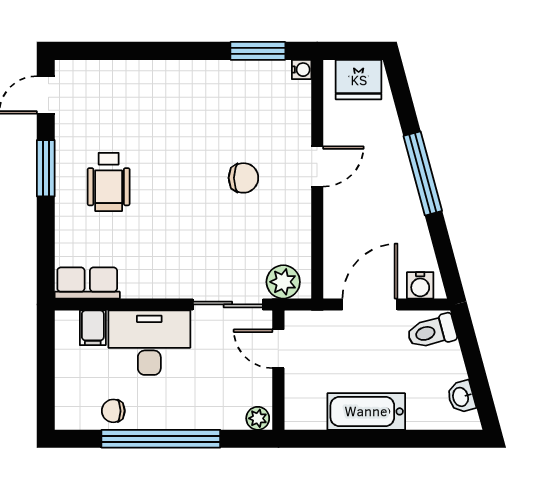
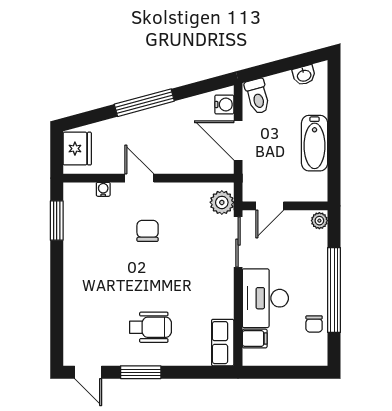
water cooler: (302, 70) -> (103, 189), moved

